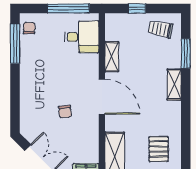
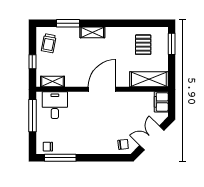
shelving: (112, 57) -> (53, 82), moved
chair: (65, 112) -> (123, 144), moved
pallet: (159, 149) -> (143, 45), turned 90

